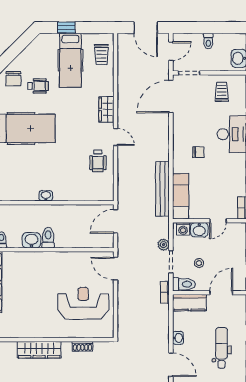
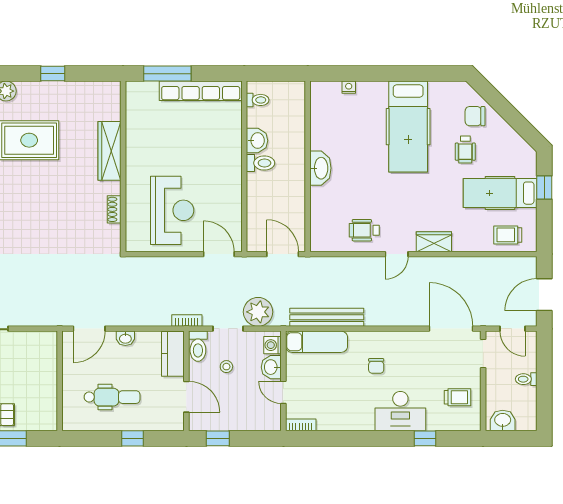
washbasin: (46, 196) -> (320, 168), width x1.91, depth x1.45
plant: (163, 245) -> (258, 312), width x1.87, depth x1.87
door: (116, 269) -> (219, 254), hinge flipped

